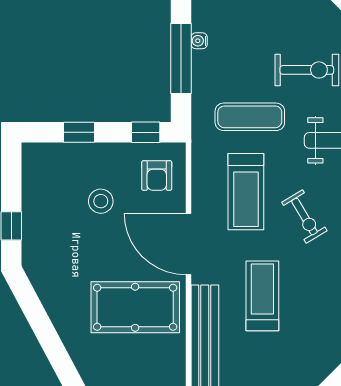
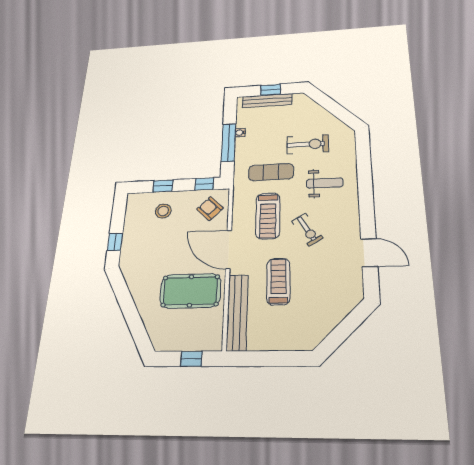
armchair: (157, 176) -> (210, 209), turned 135
stool: (101, 201) -> (163, 211), moved

